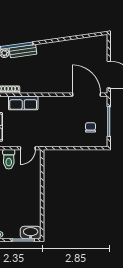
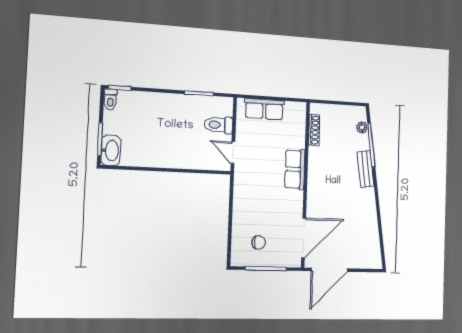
bench: (23, 51) -> (366, 169), moved
row of seats: (23, 103) -> (295, 169), moved

